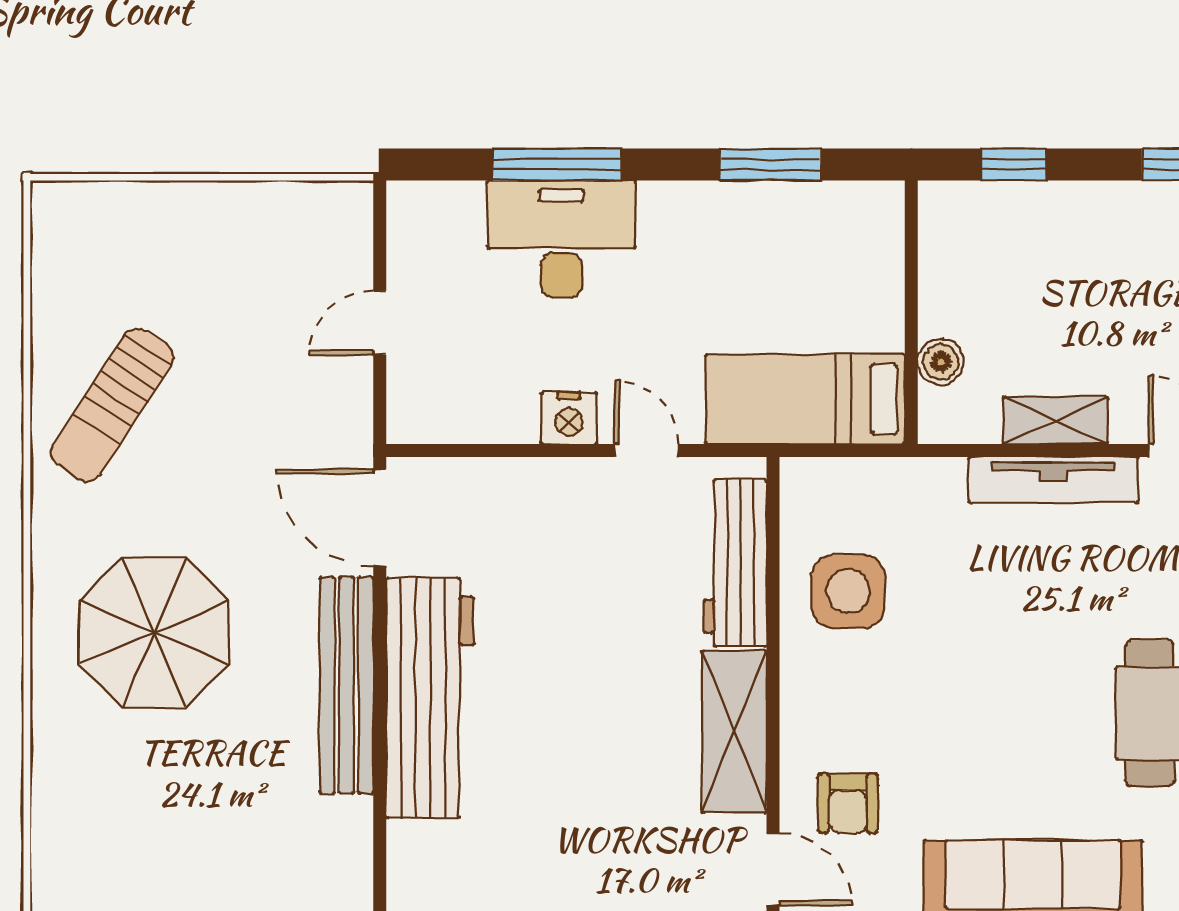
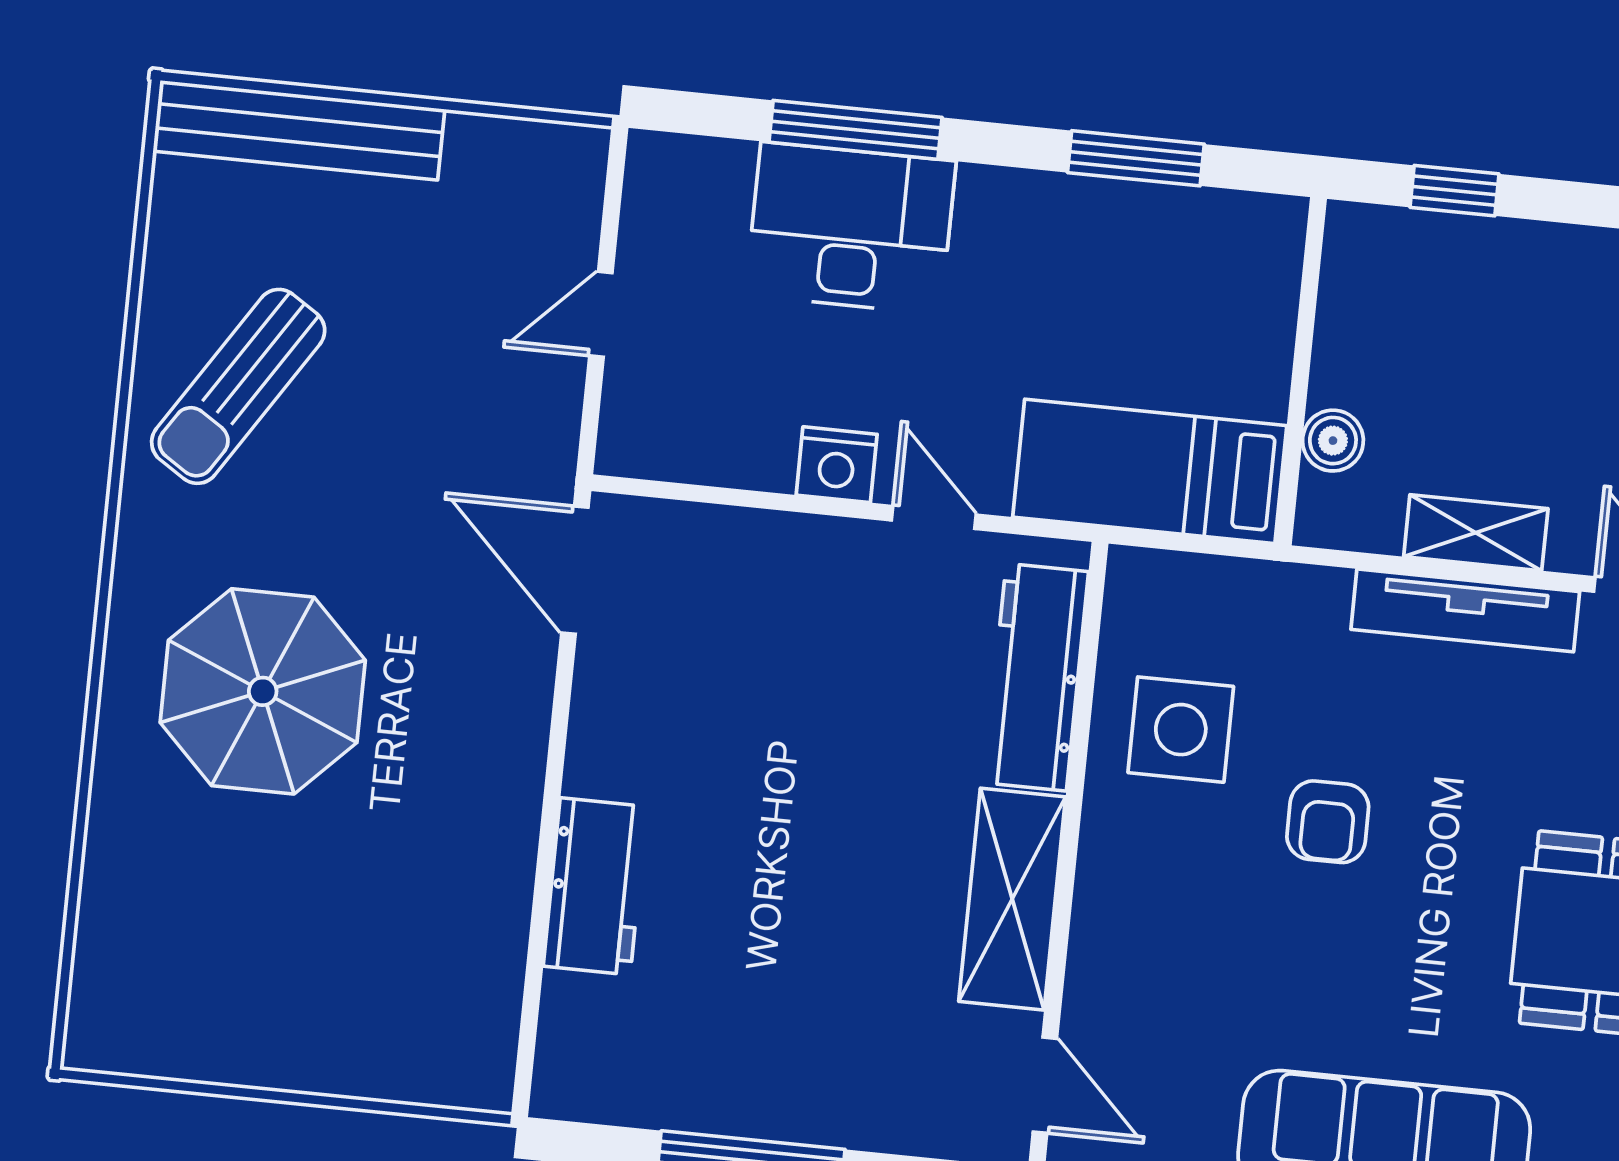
bench: (347, 685) -> (299, 130), moved, turned 90
workbench: (430, 698) -> (595, 886), width x0.53, depth x0.76
armchair: (848, 803) -> (1328, 822), moved

